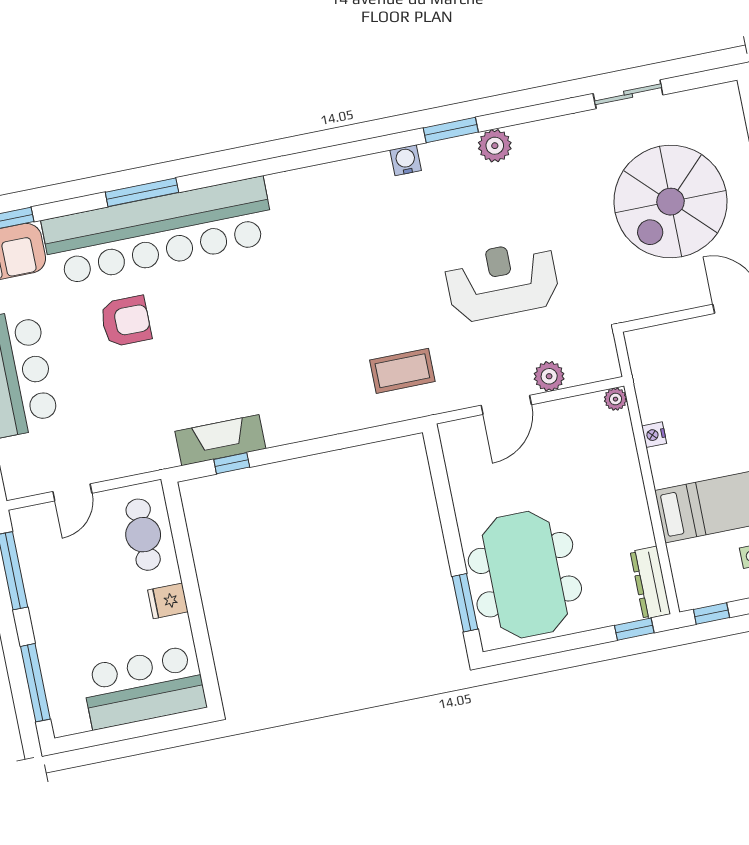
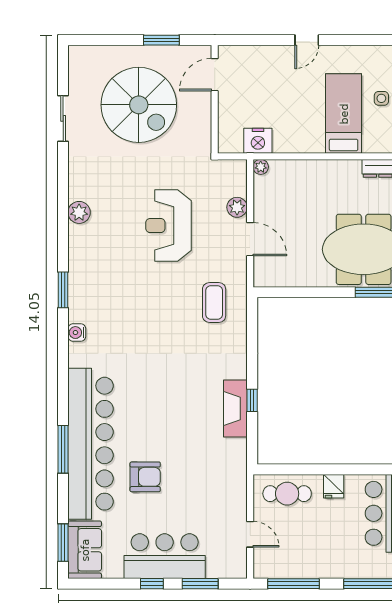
window: (451, 130) -> (63, 290), moved
water cooler: (406, 160) -> (77, 333), moved
armchair: (126, 321) -> (145, 477), turned 90
nightstand: (654, 435) -> (258, 141), moved, width x1.89, depth x1.79
fireplace: (220, 440) -> (235, 408), moved
window: (232, 463) -> (252, 400), moved

